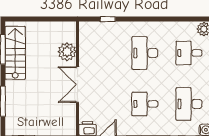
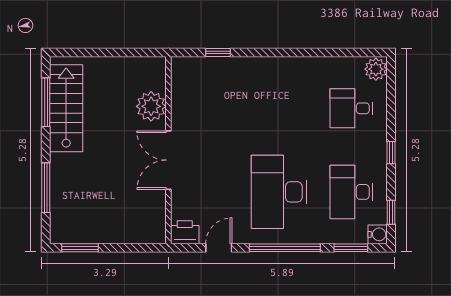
desk: (145, 53) -> (279, 108), removed
desk: (145, 104) -> (279, 192), width x1.87, depth x1.30

